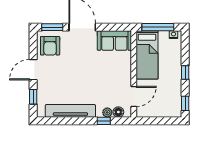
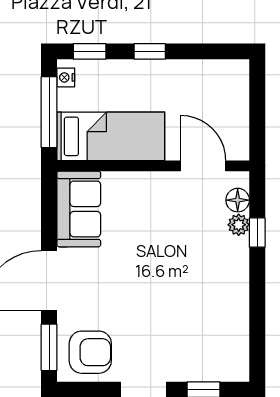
window: (185, 103) -> (90, 51), moved
tv unit: (70, 111) -> (235, 307), removed

